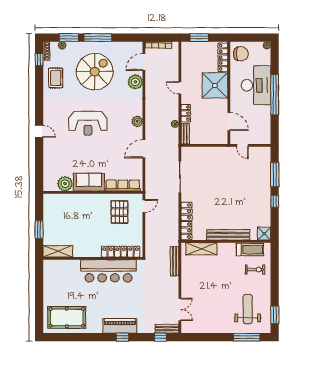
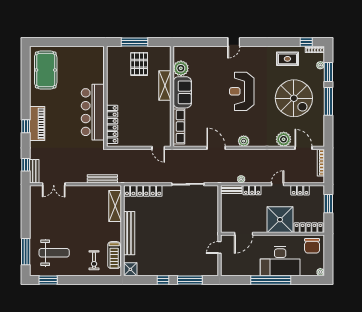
locker: (186, 66) -> (300, 190), added
pallet: (120, 212) -> (139, 64), moved, turned 90
window: (39, 230) -> (134, 42), width x1.44
shelving: (58, 251) -> (165, 85), moved

